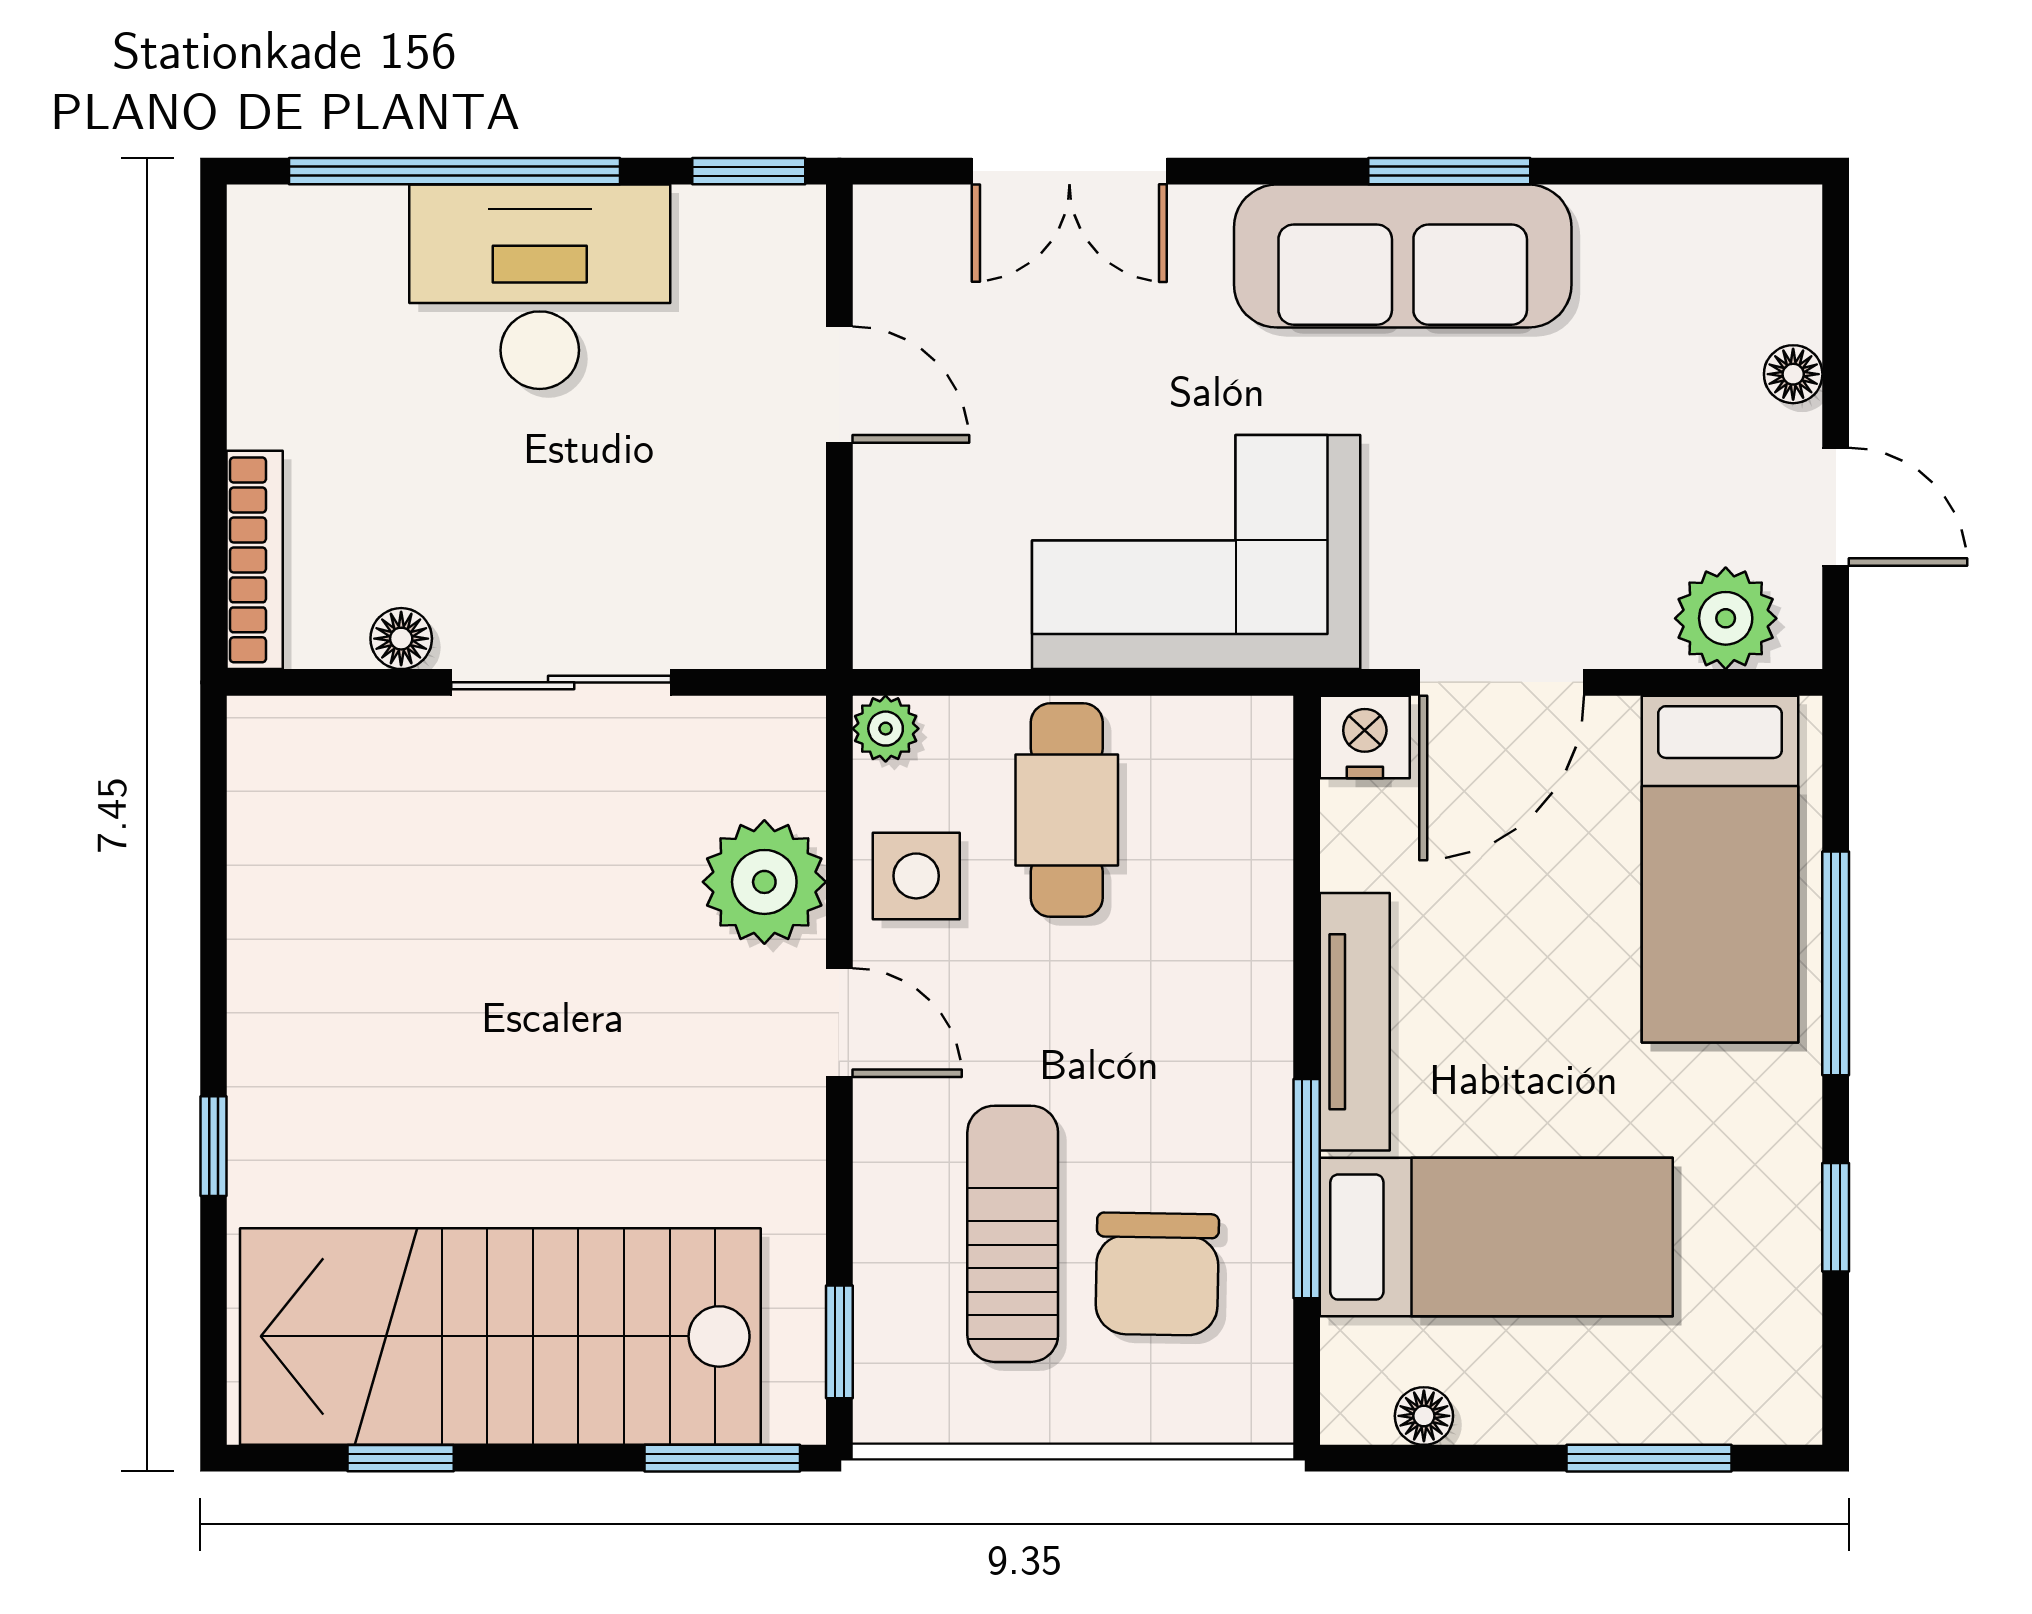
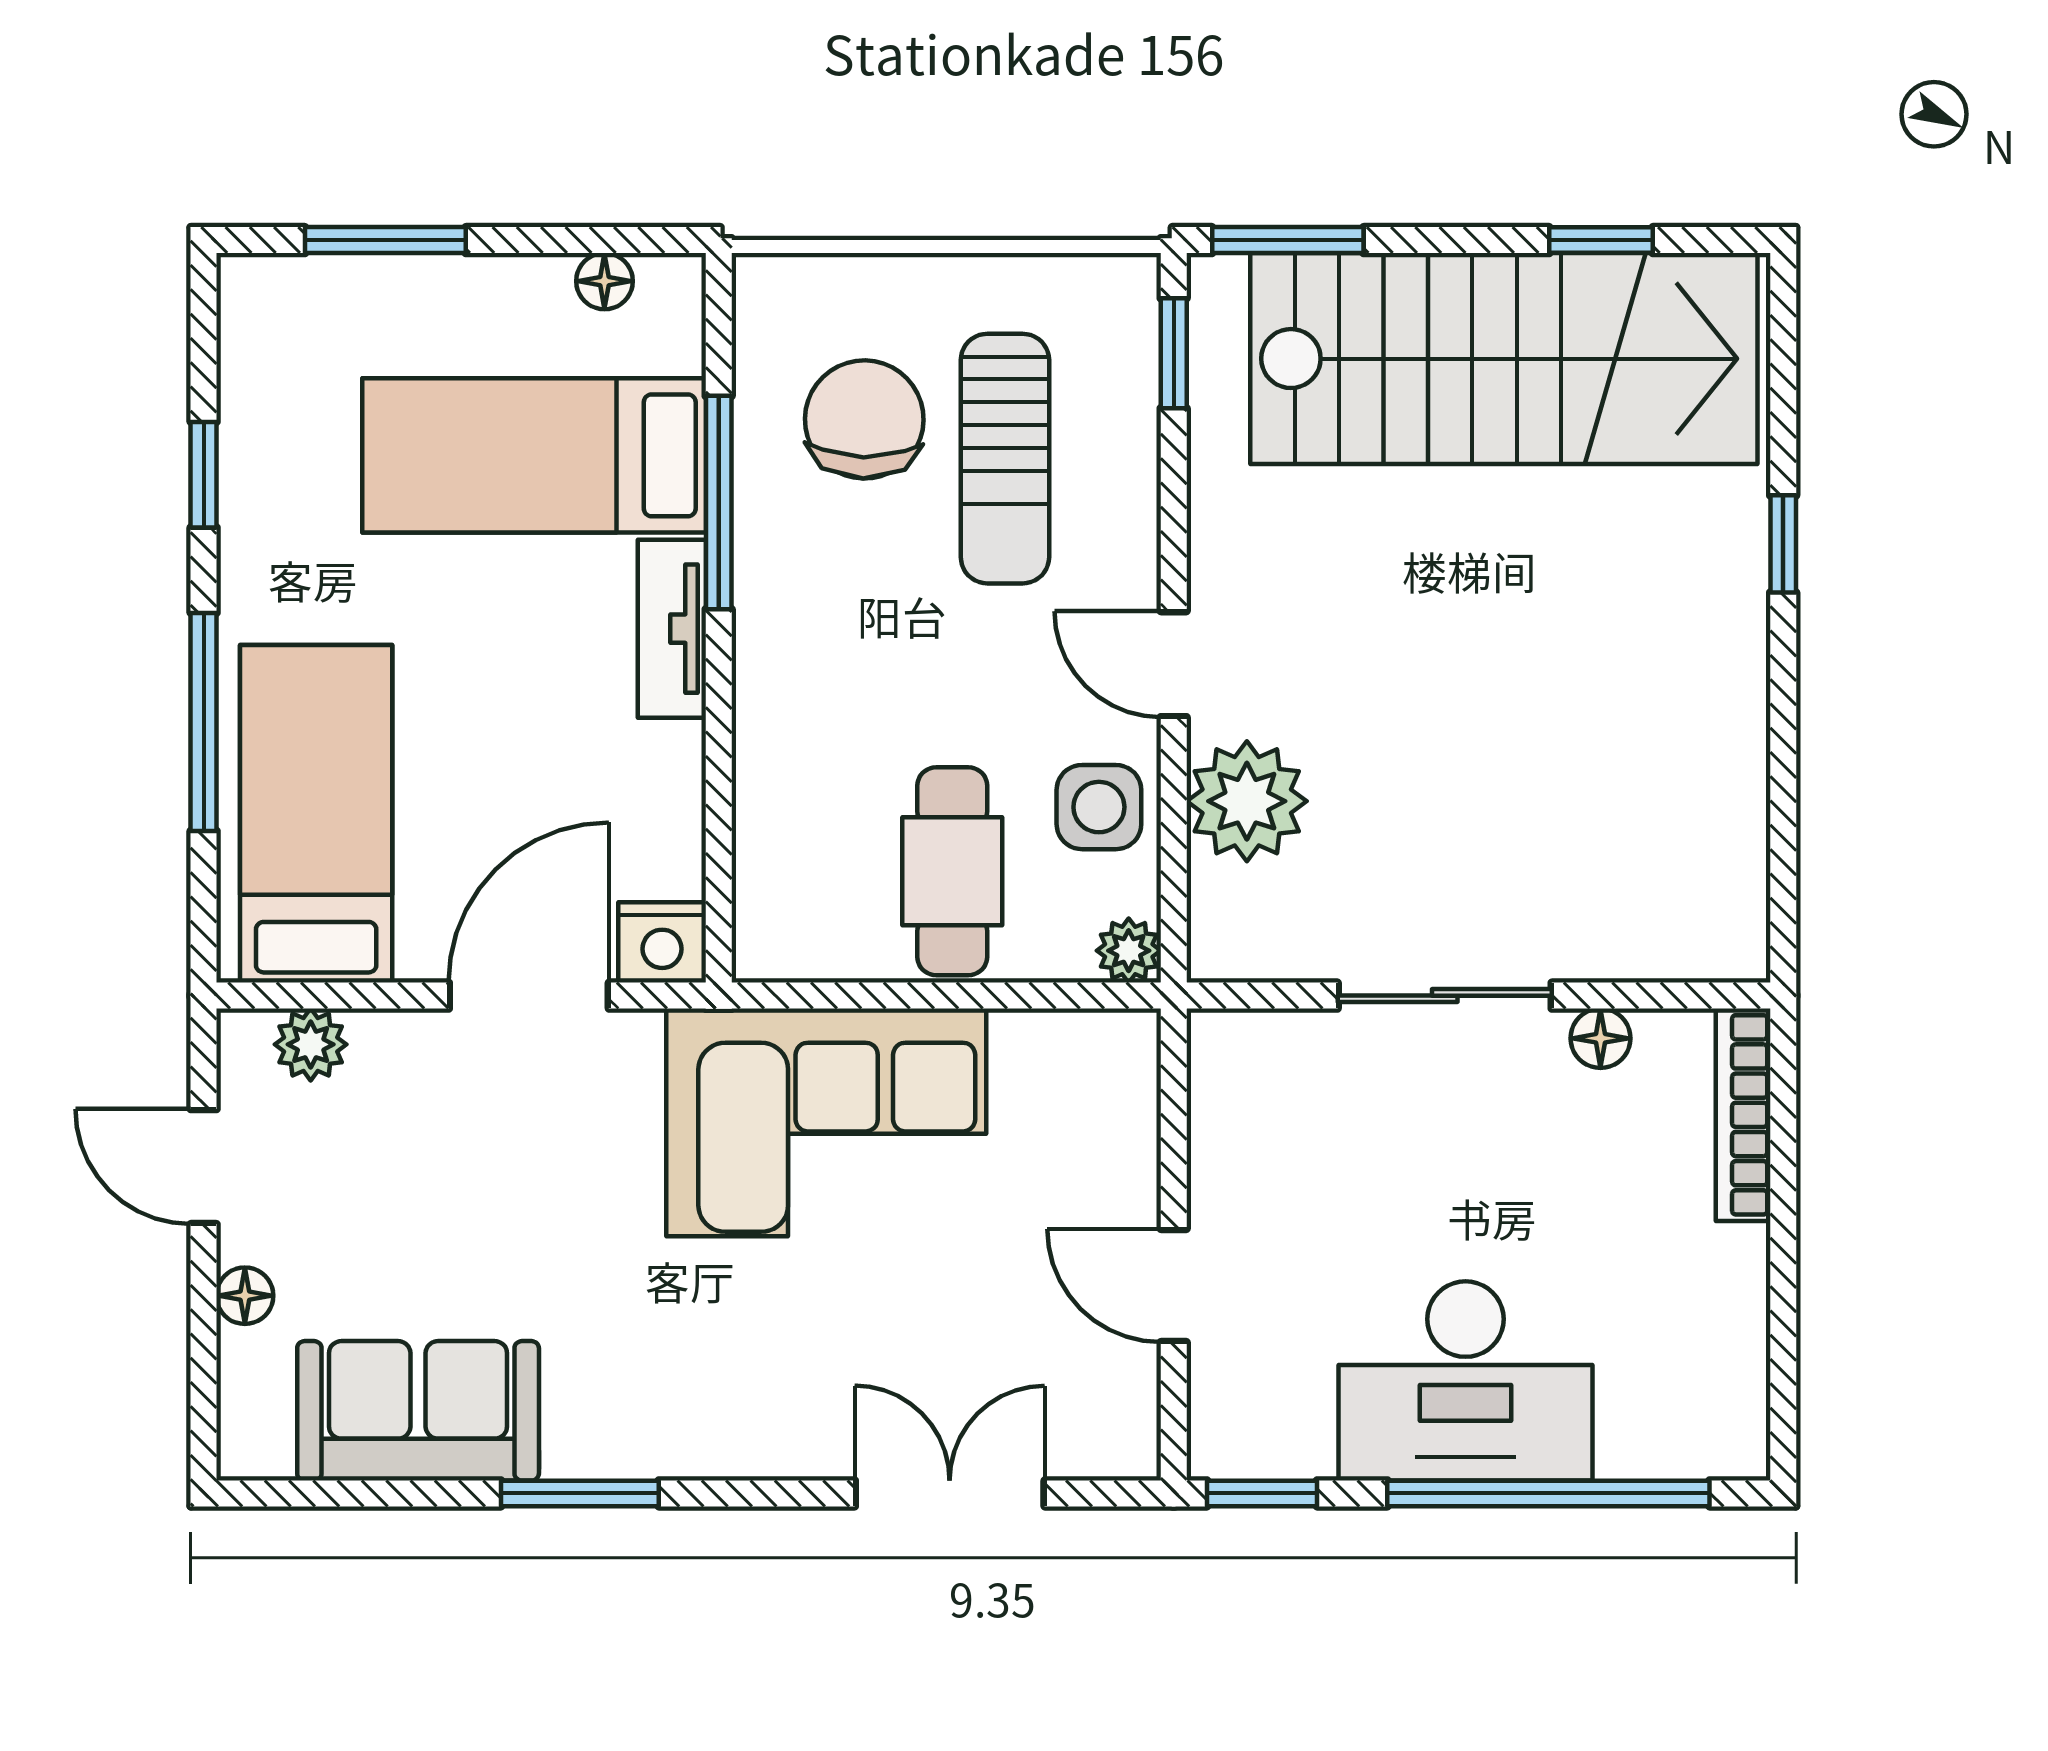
sofa: (1403, 256) -> (418, 1411), moved, width x0.73
plant: (1726, 618) -> (311, 1044), width x0.73, depth x0.73
tv unit: (1355, 1022) -> (672, 629), width x0.71

